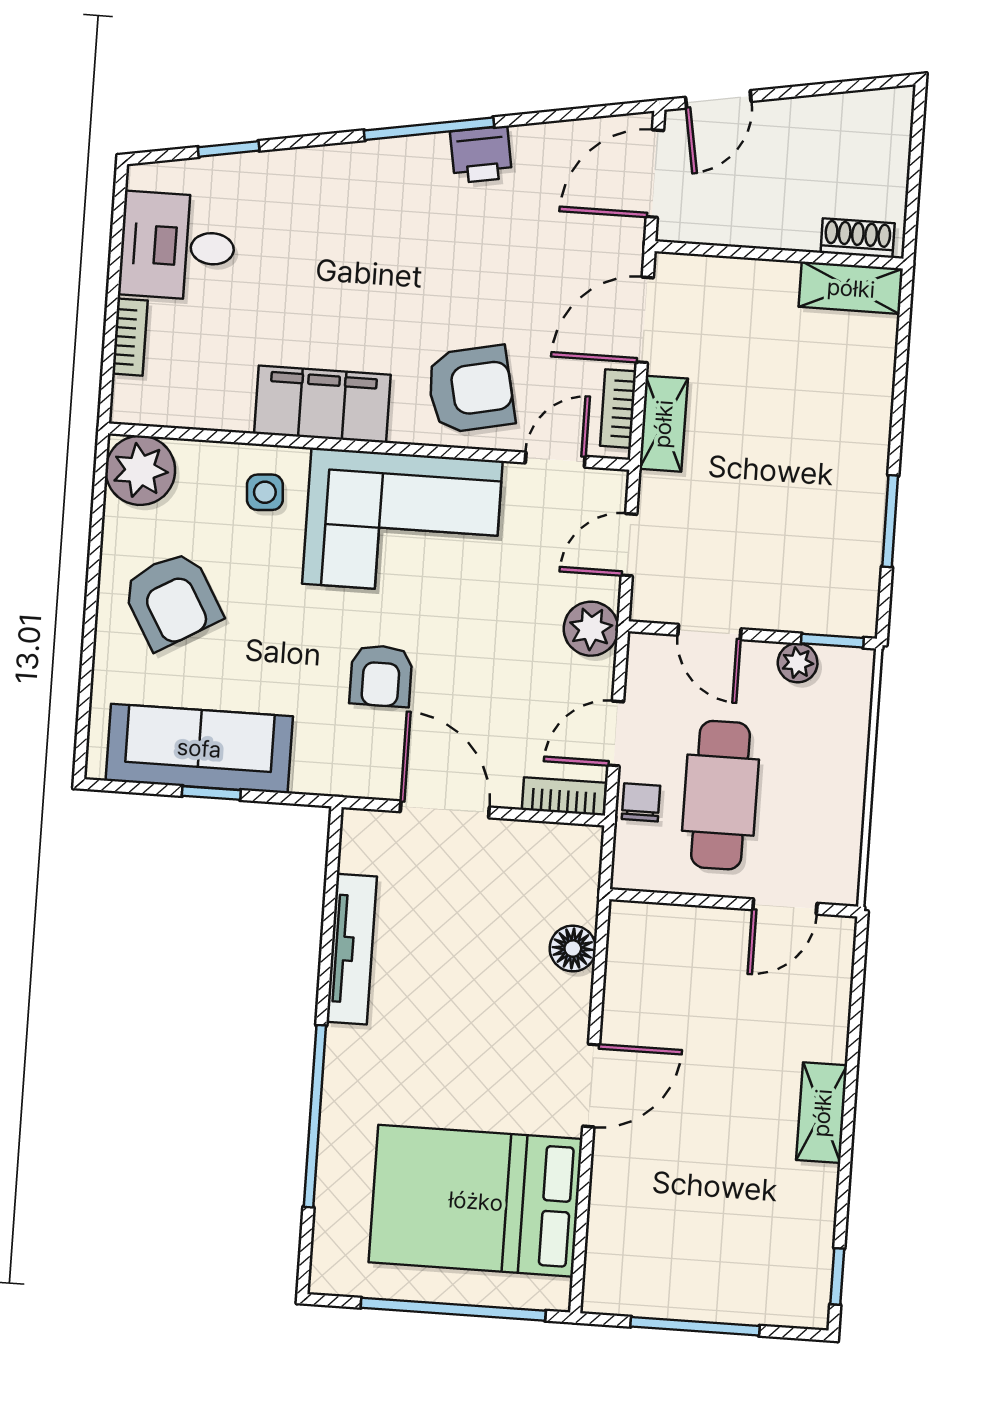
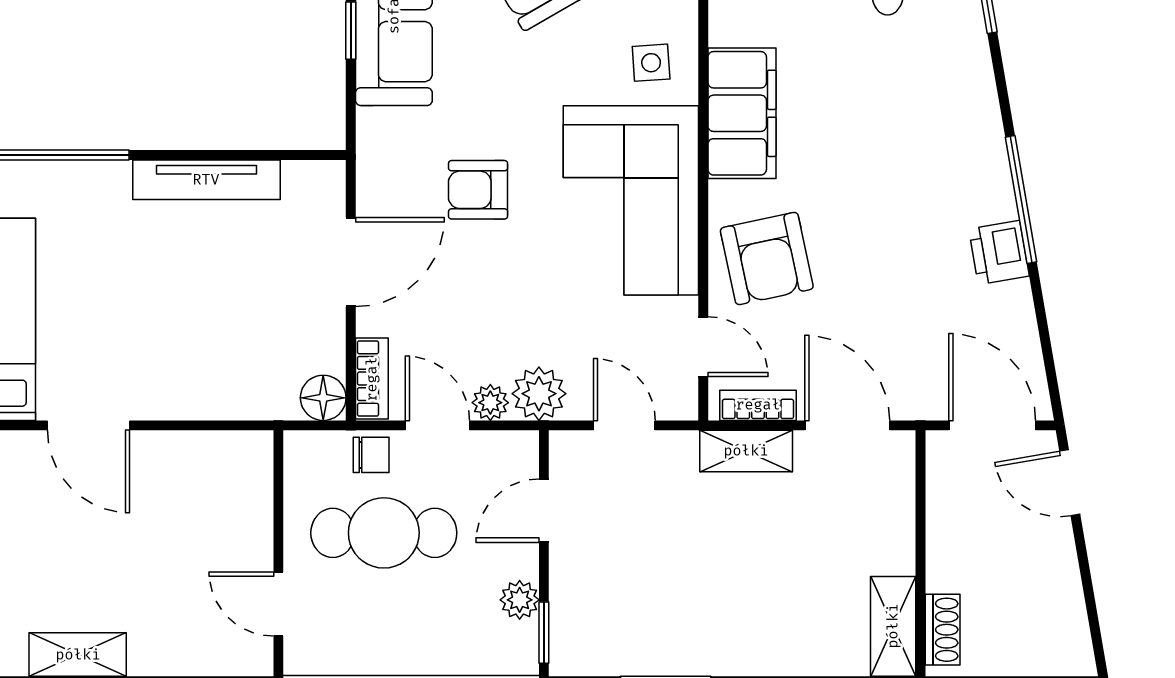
plant: (596, 678) -> (490, 403), added
floor lamp: (573, 949) -> (323, 398), moved

